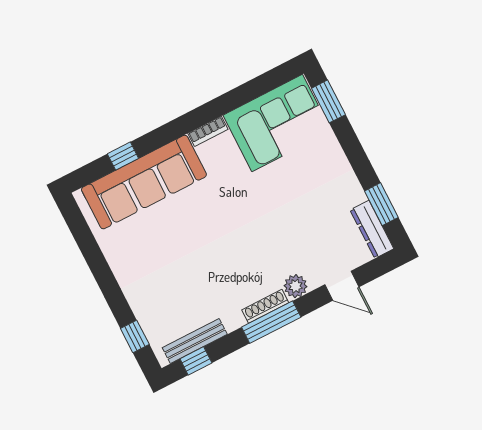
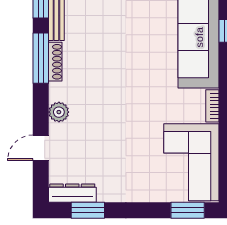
shoe rack: (265, 306) -> (55, 62), moved
window: (271, 322) -> (41, 58), moved

